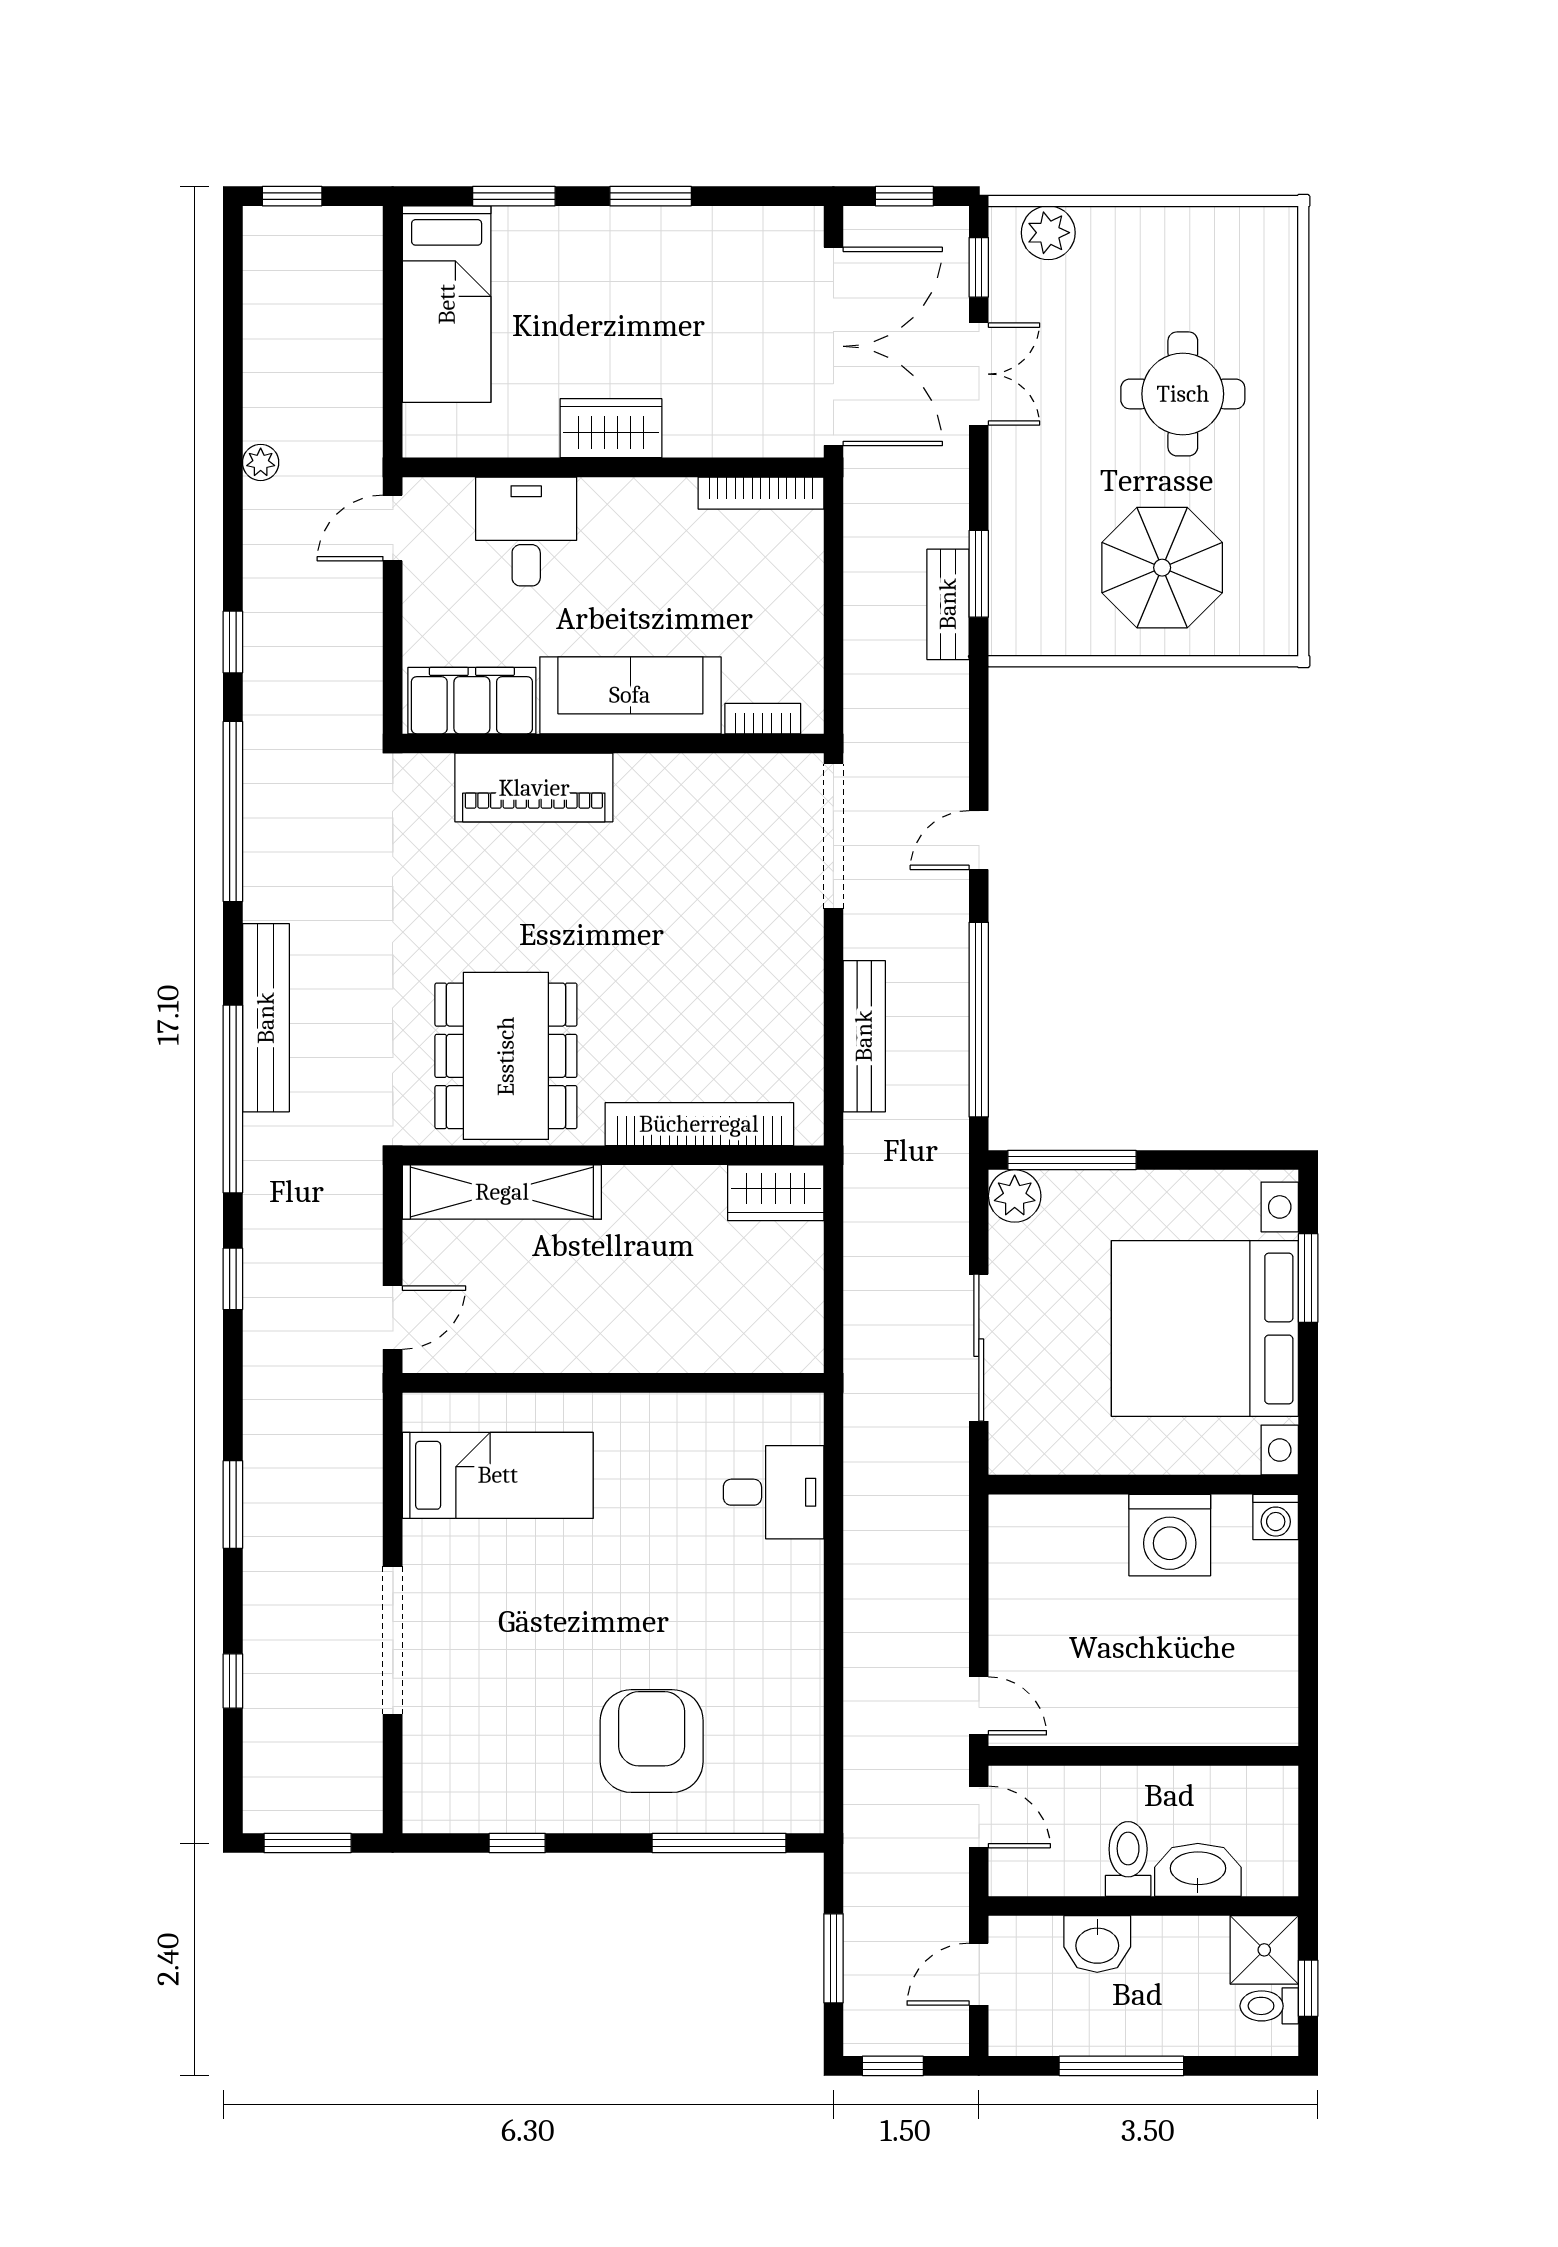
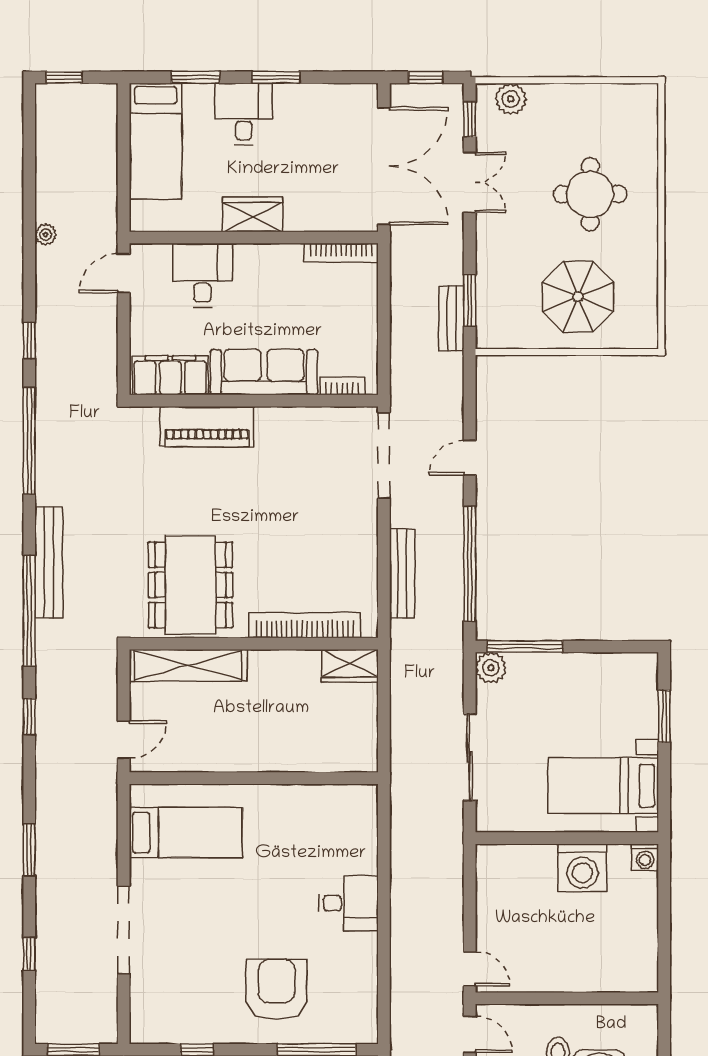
desk: (596, 258) -> (244, 114), added
bed with nightstands: (1205, 1328) -> (603, 786), width x0.54
desk: (774, 1492) -> (349, 903), moved

